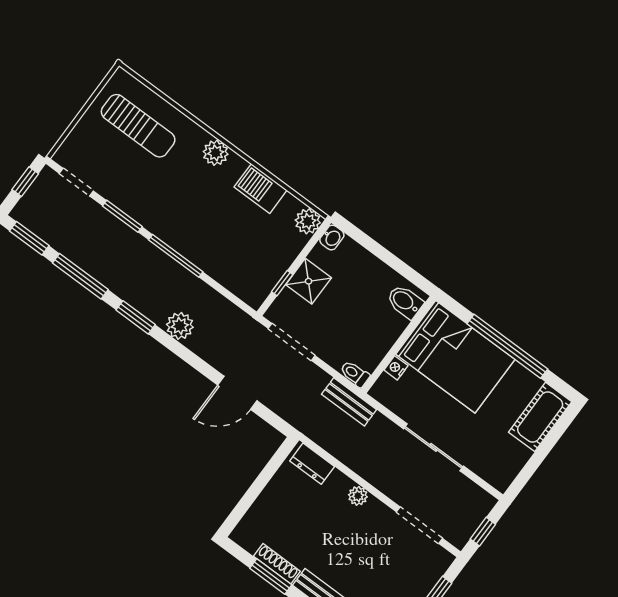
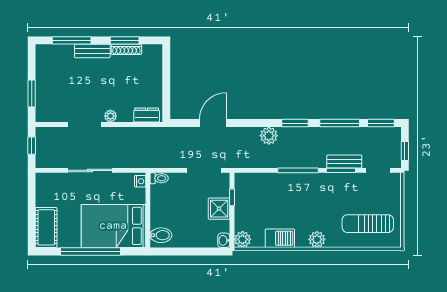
nightstand: (396, 368) -> (140, 181), moved
bench: (349, 402) -> (344, 161), moved
doorway: (420, 525) -> (84, 125), moved

